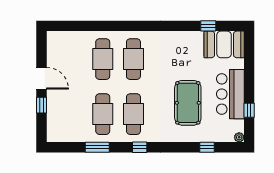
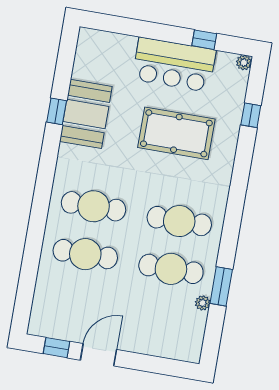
window: (208, 26) -> (57, 111), moved
booth: (224, 44) -> (86, 114), moved
window: (41, 105) -> (57, 348), moved
plant: (85, 137) -> (203, 303), added
window: (140, 147) -> (233, 220), removed

